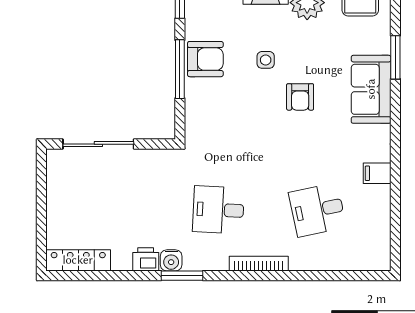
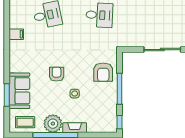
armchair: (205, 59) -> (103, 72), moved, turned -90
sofa: (371, 89) -> (19, 91), moved

